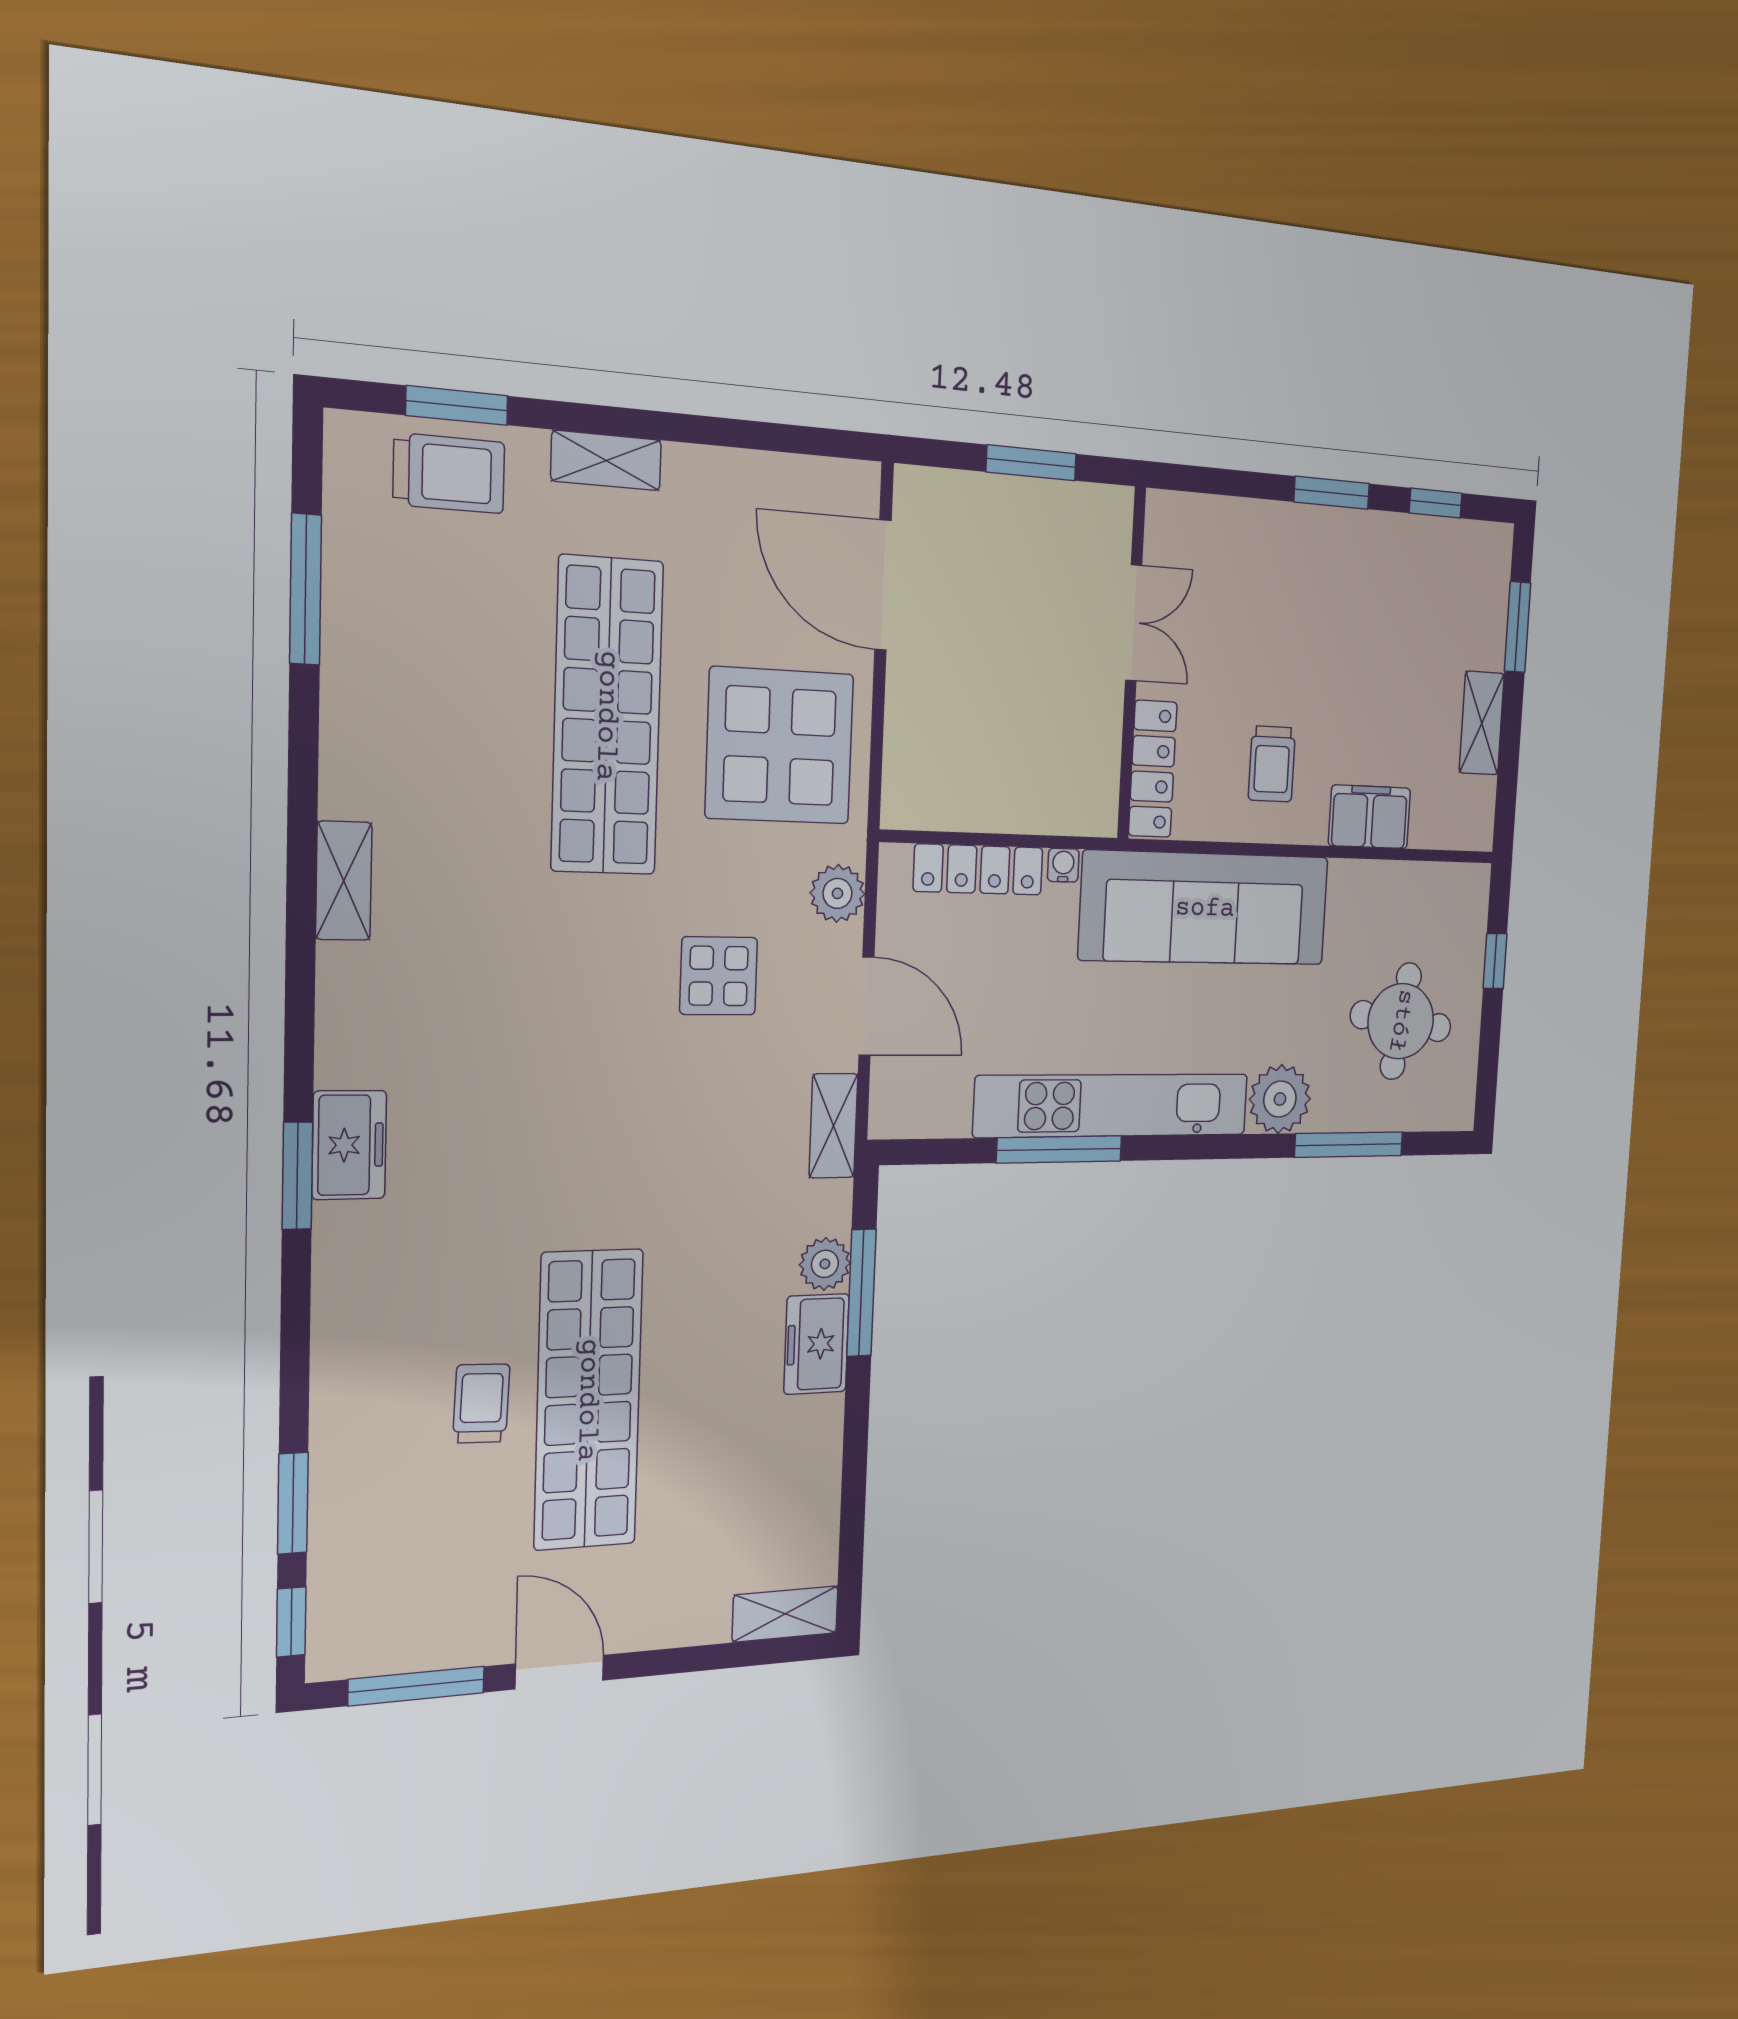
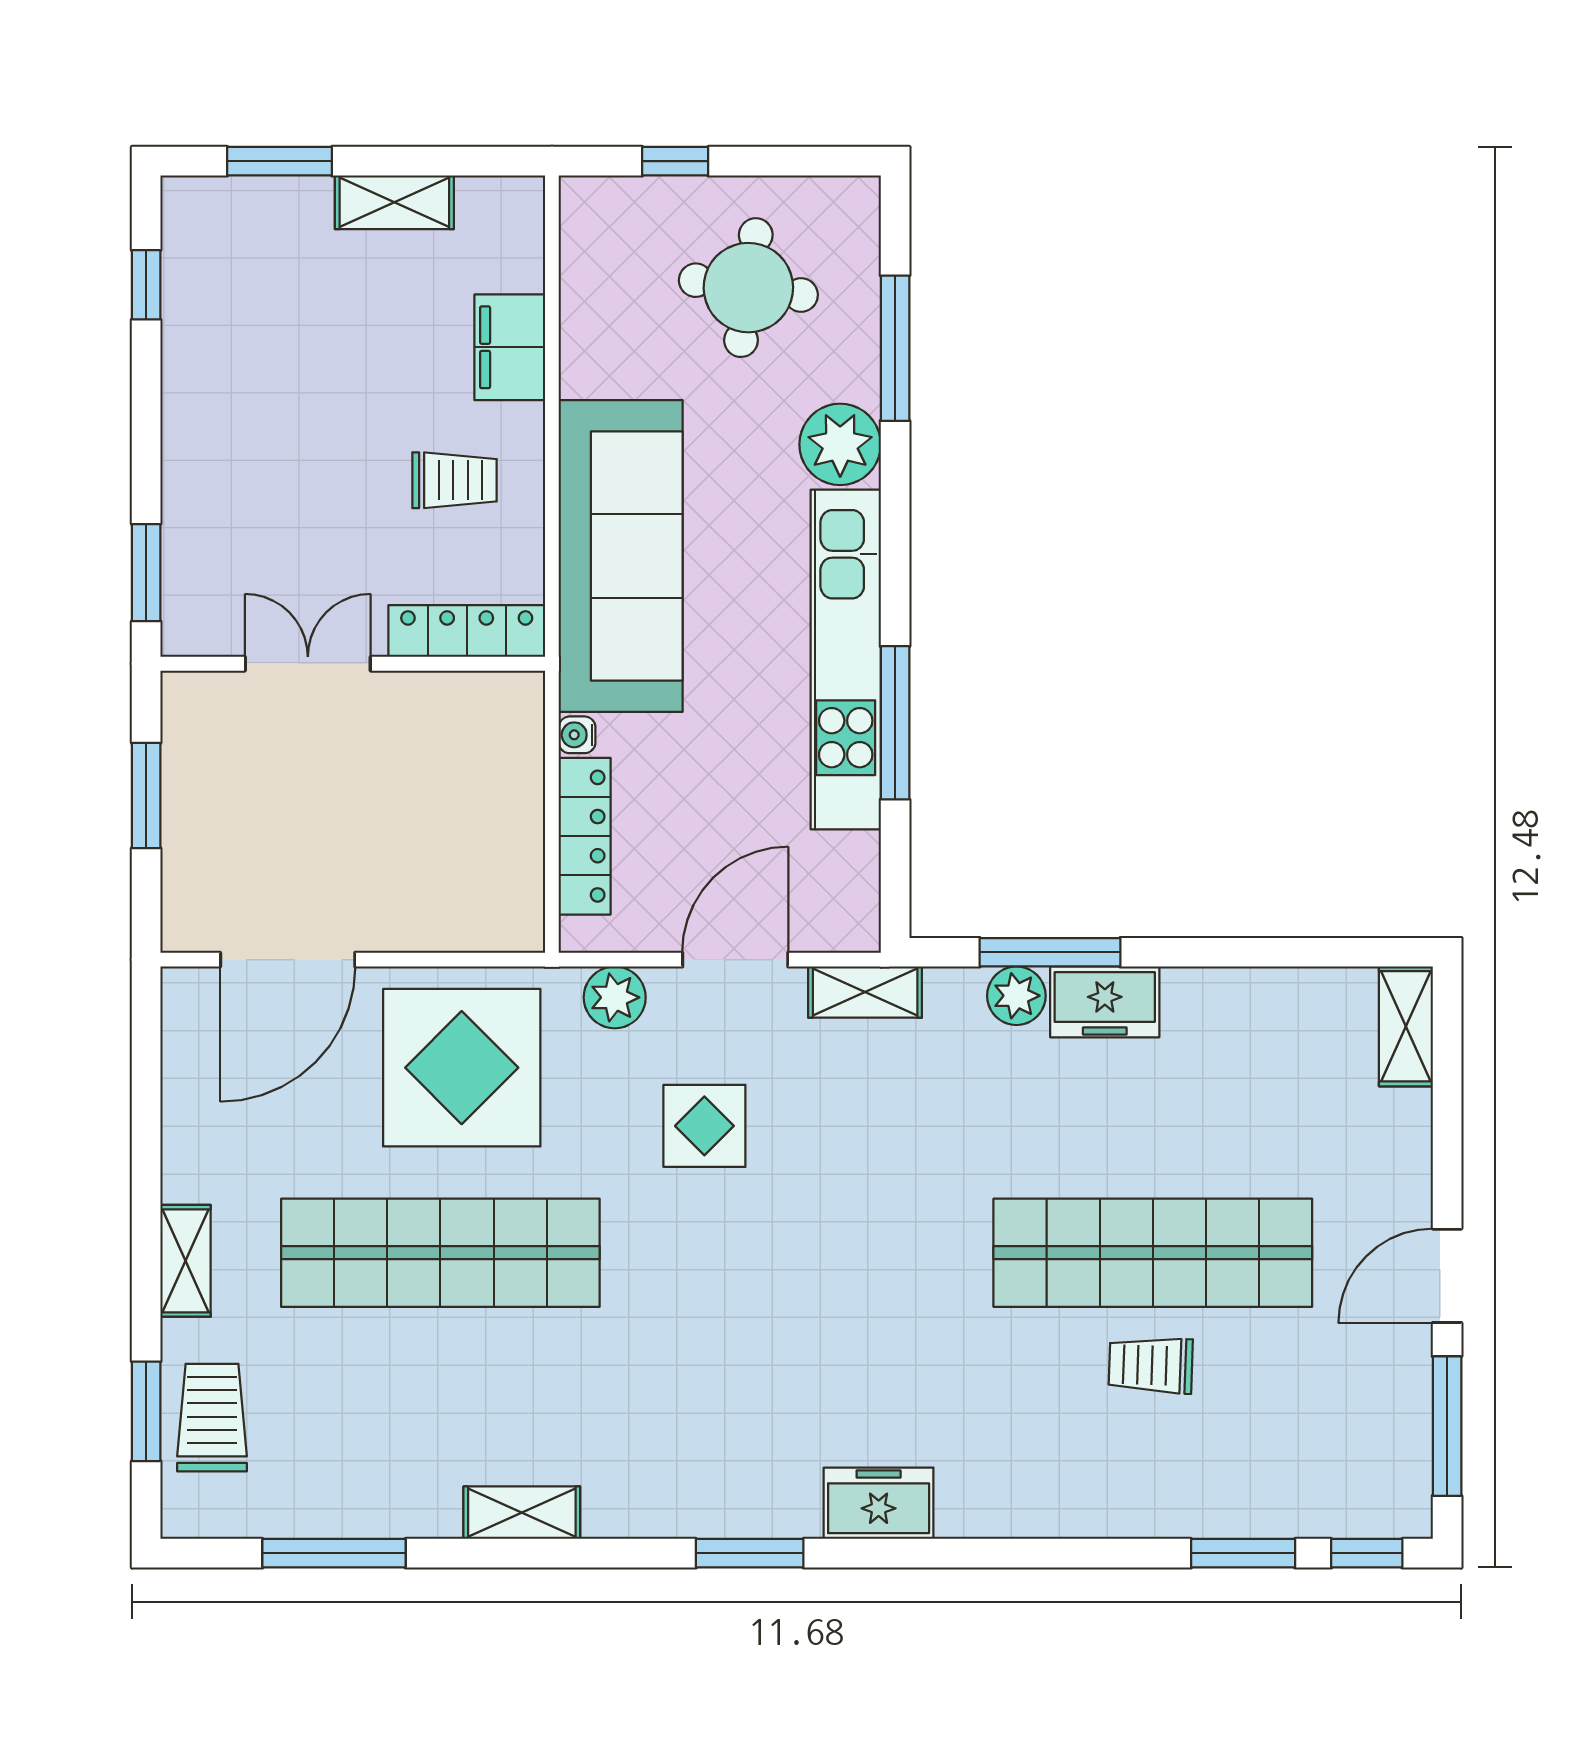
window: (1332, 493) -> (146, 573), moved
shelving: (344, 881) -> (522, 1513), moved
window: (297, 1176) -> (750, 1553), moved

